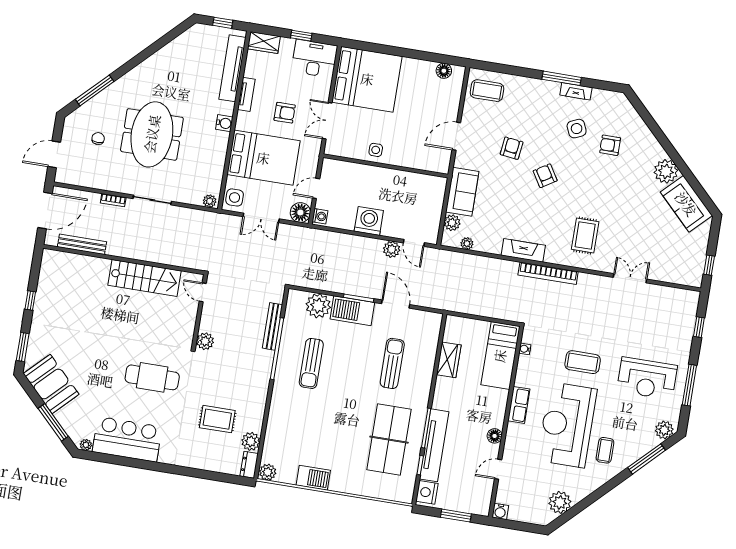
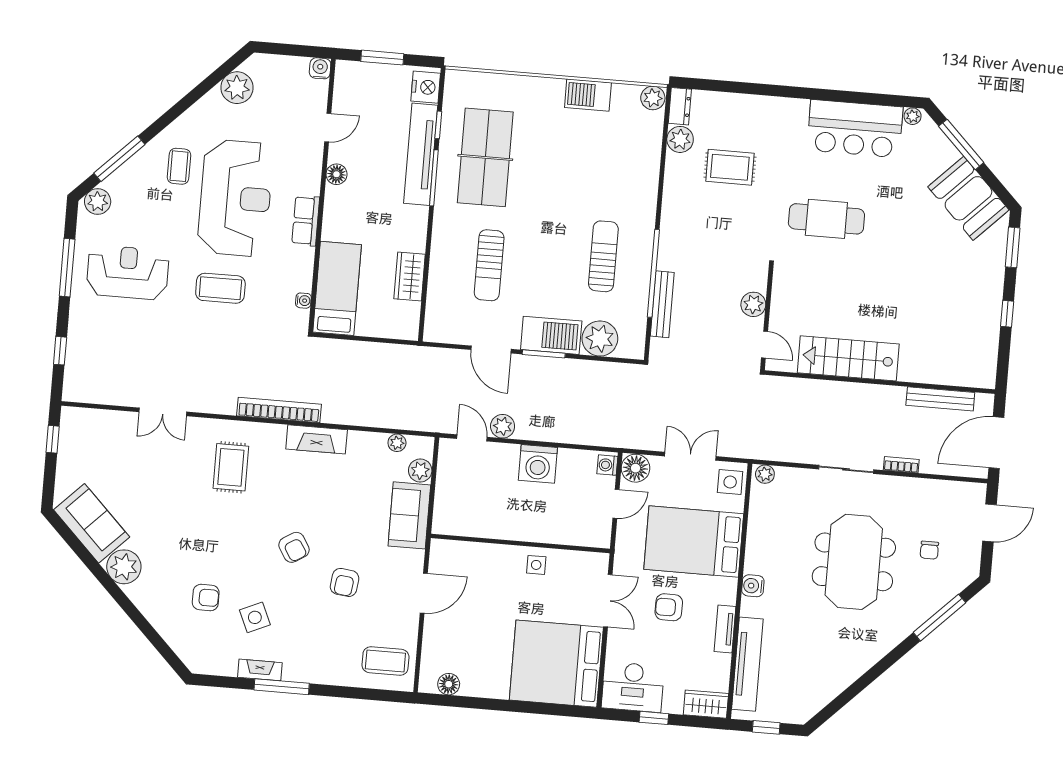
plant: (205, 341) -> (753, 304), moved

